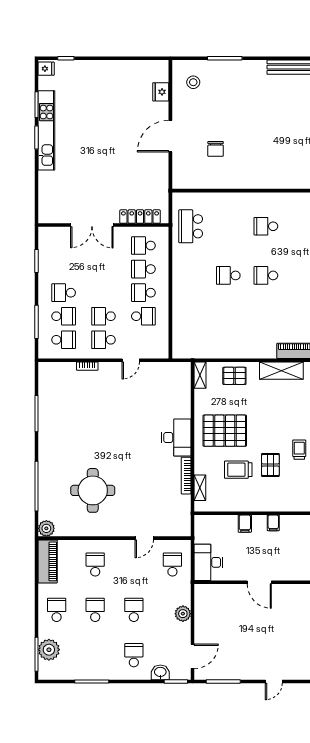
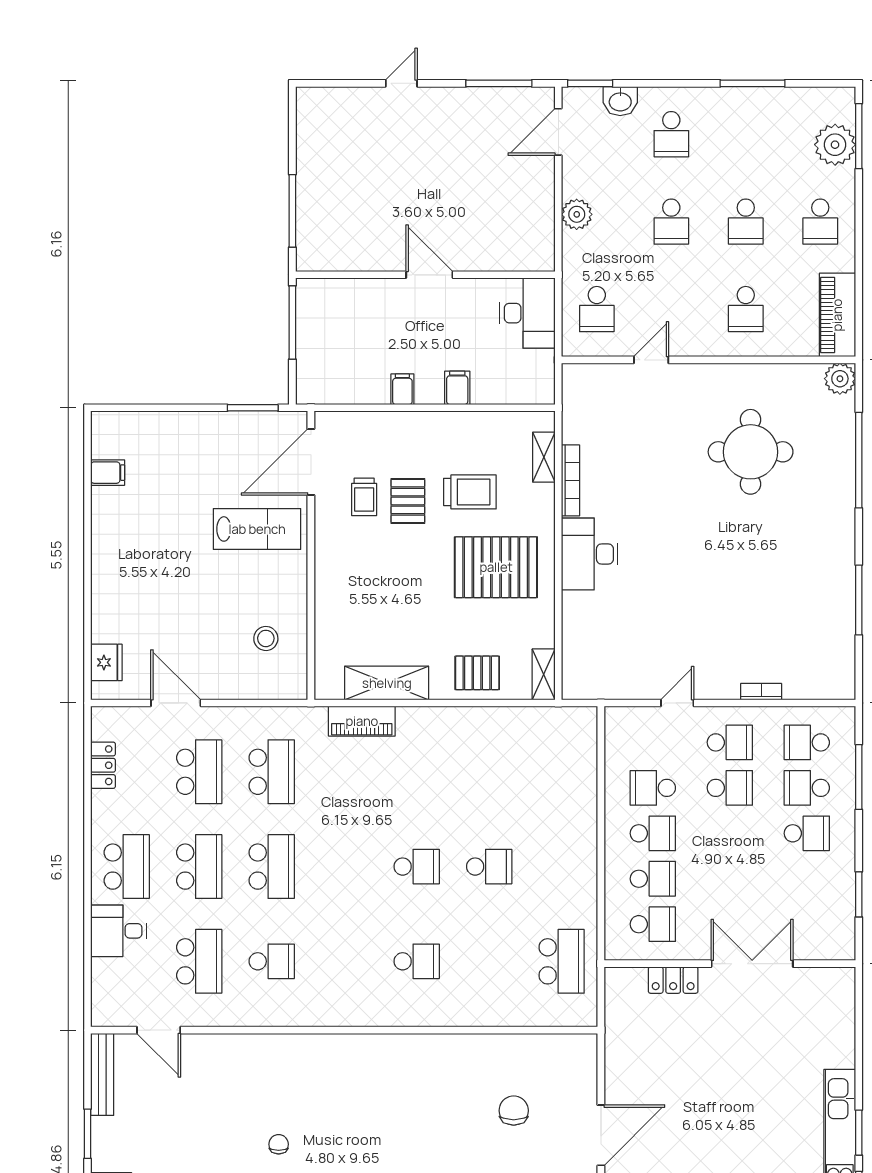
locker: (140, 217) -> (673, 980), width x0.66
trolley: (299, 450) -> (364, 497), moved

